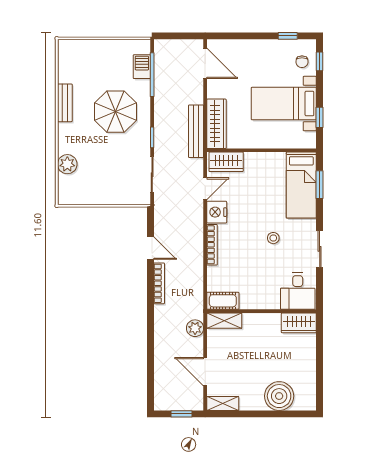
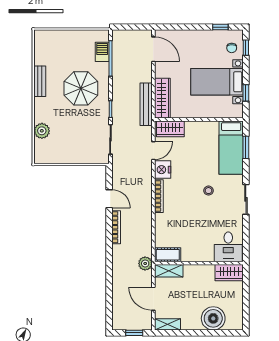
desk: (298, 291) -> (228, 247), moved
cot: (223, 301) -> (168, 255), moved
wall: (262, 311) -> (199, 263), moved
shelving: (224, 321) -> (169, 271), moved
wardrobe: (299, 323) -> (229, 273), moved

